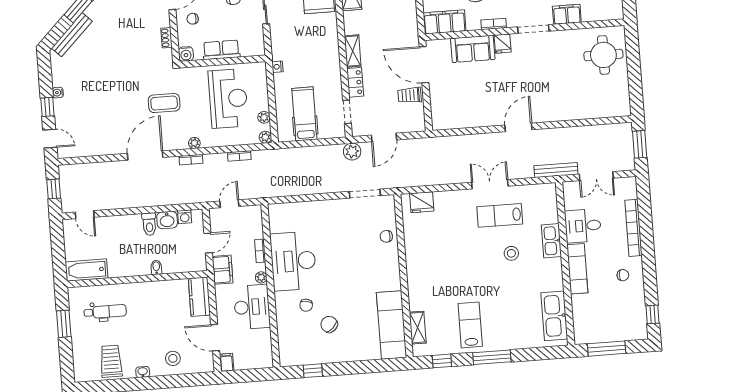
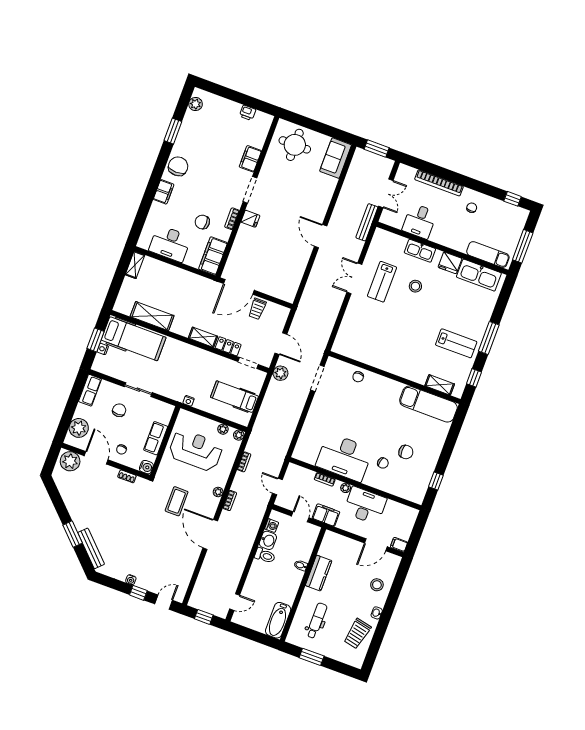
sofa: (473, 49) -> (336, 158), moved, turned 180
fridge: (422, 202) -> (450, 263), moved, turned 90
exam couch: (577, 269) -> (488, 255), moved
kitchen counter: (199, 297) -> (319, 573), moved, turned -90
chair: (329, 324) -> (406, 452), turned -136
lab bench: (470, 325) -> (456, 343), turned 180
trolley: (111, 361) -> (357, 634), turned -78

